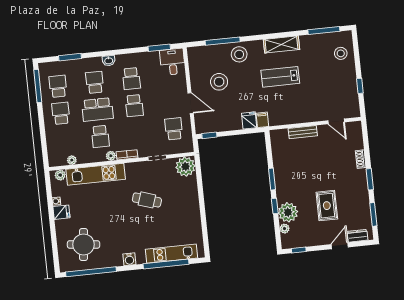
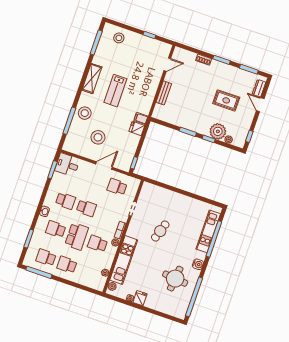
school desk: (100, 136) -> (97, 244), turned 180
plant: (185, 167) -> (149, 191), removed
round table: (84, 244) -> (175, 279), moved

